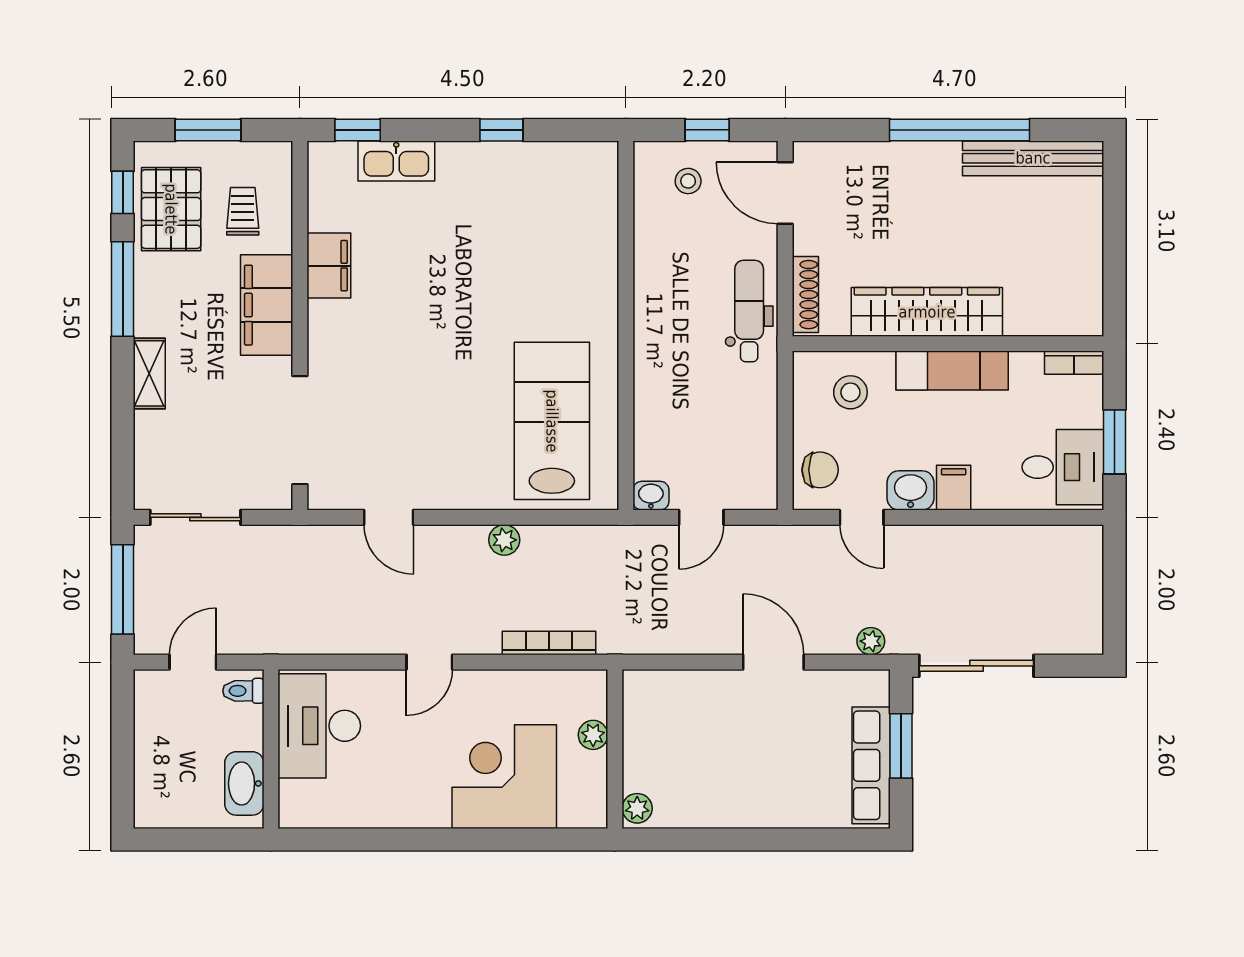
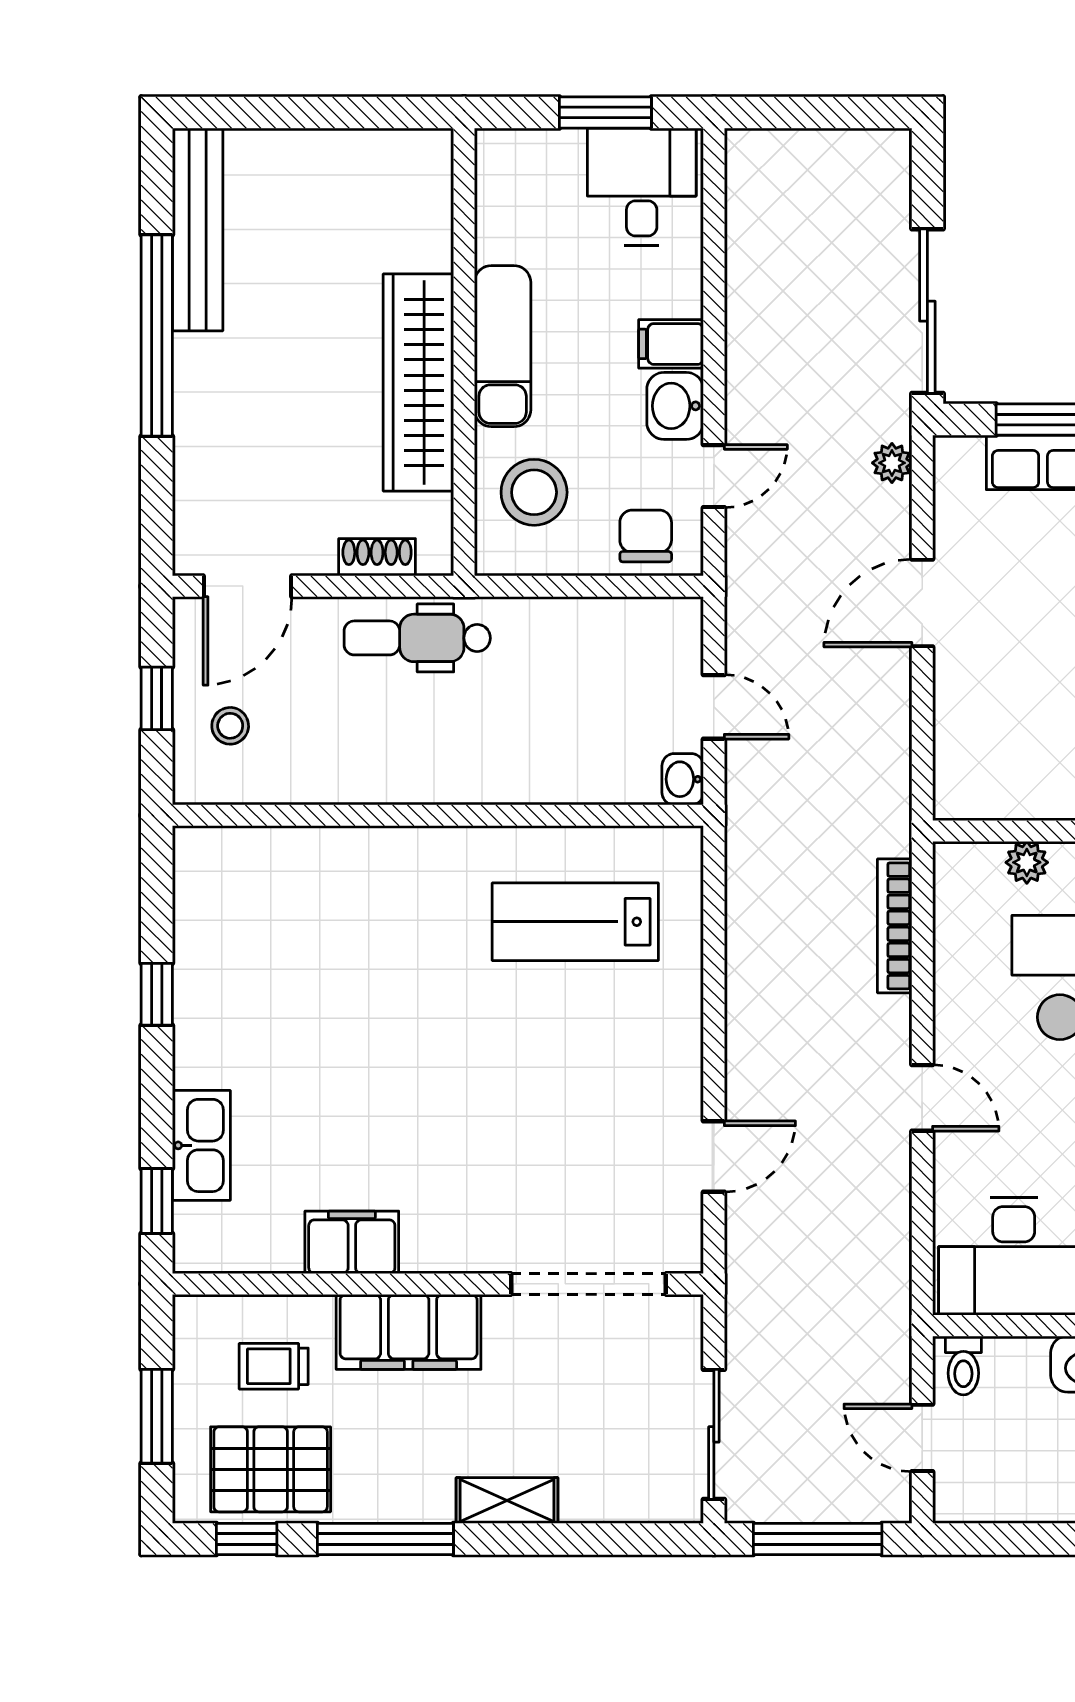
shoe rack: (805, 295) -> (377, 557), width x0.70
bookcase: (1074, 363) -> (491, 170), removed
stool: (850, 392) -> (534, 492), width x1.38, depth x1.38
lab bench: (552, 421) -> (575, 922), width x0.73, depth x0.72
plant: (504, 540) -> (746, 990), removed

